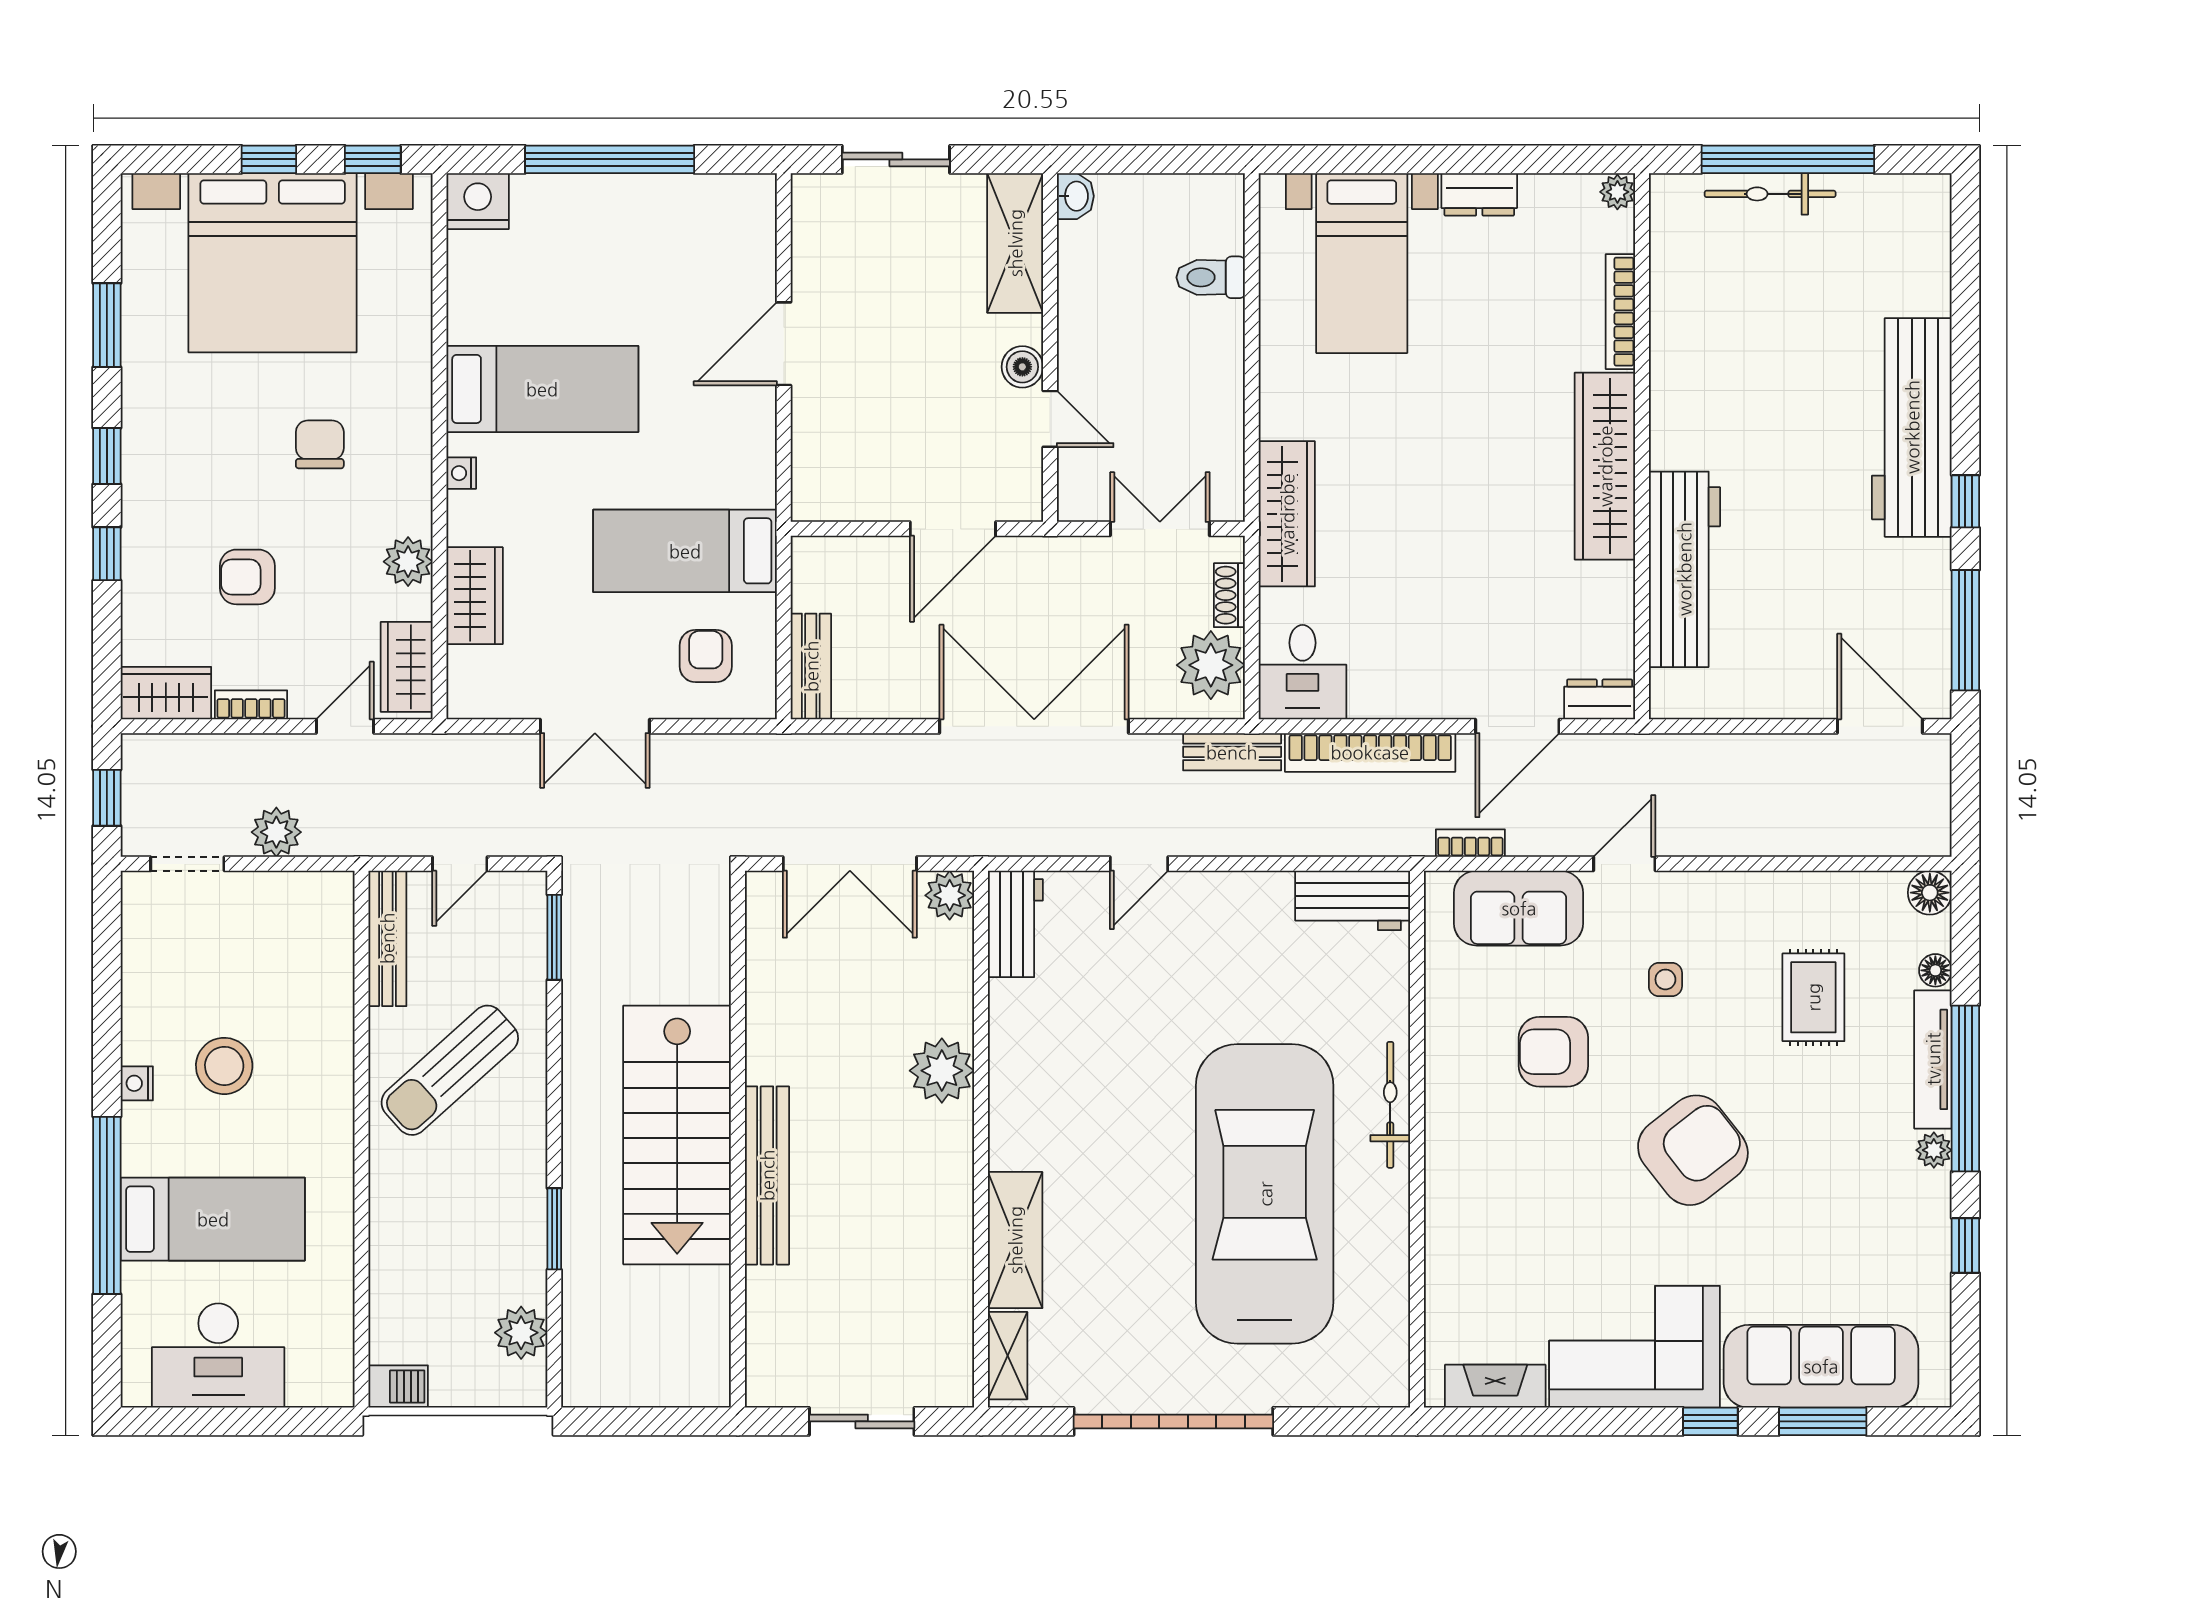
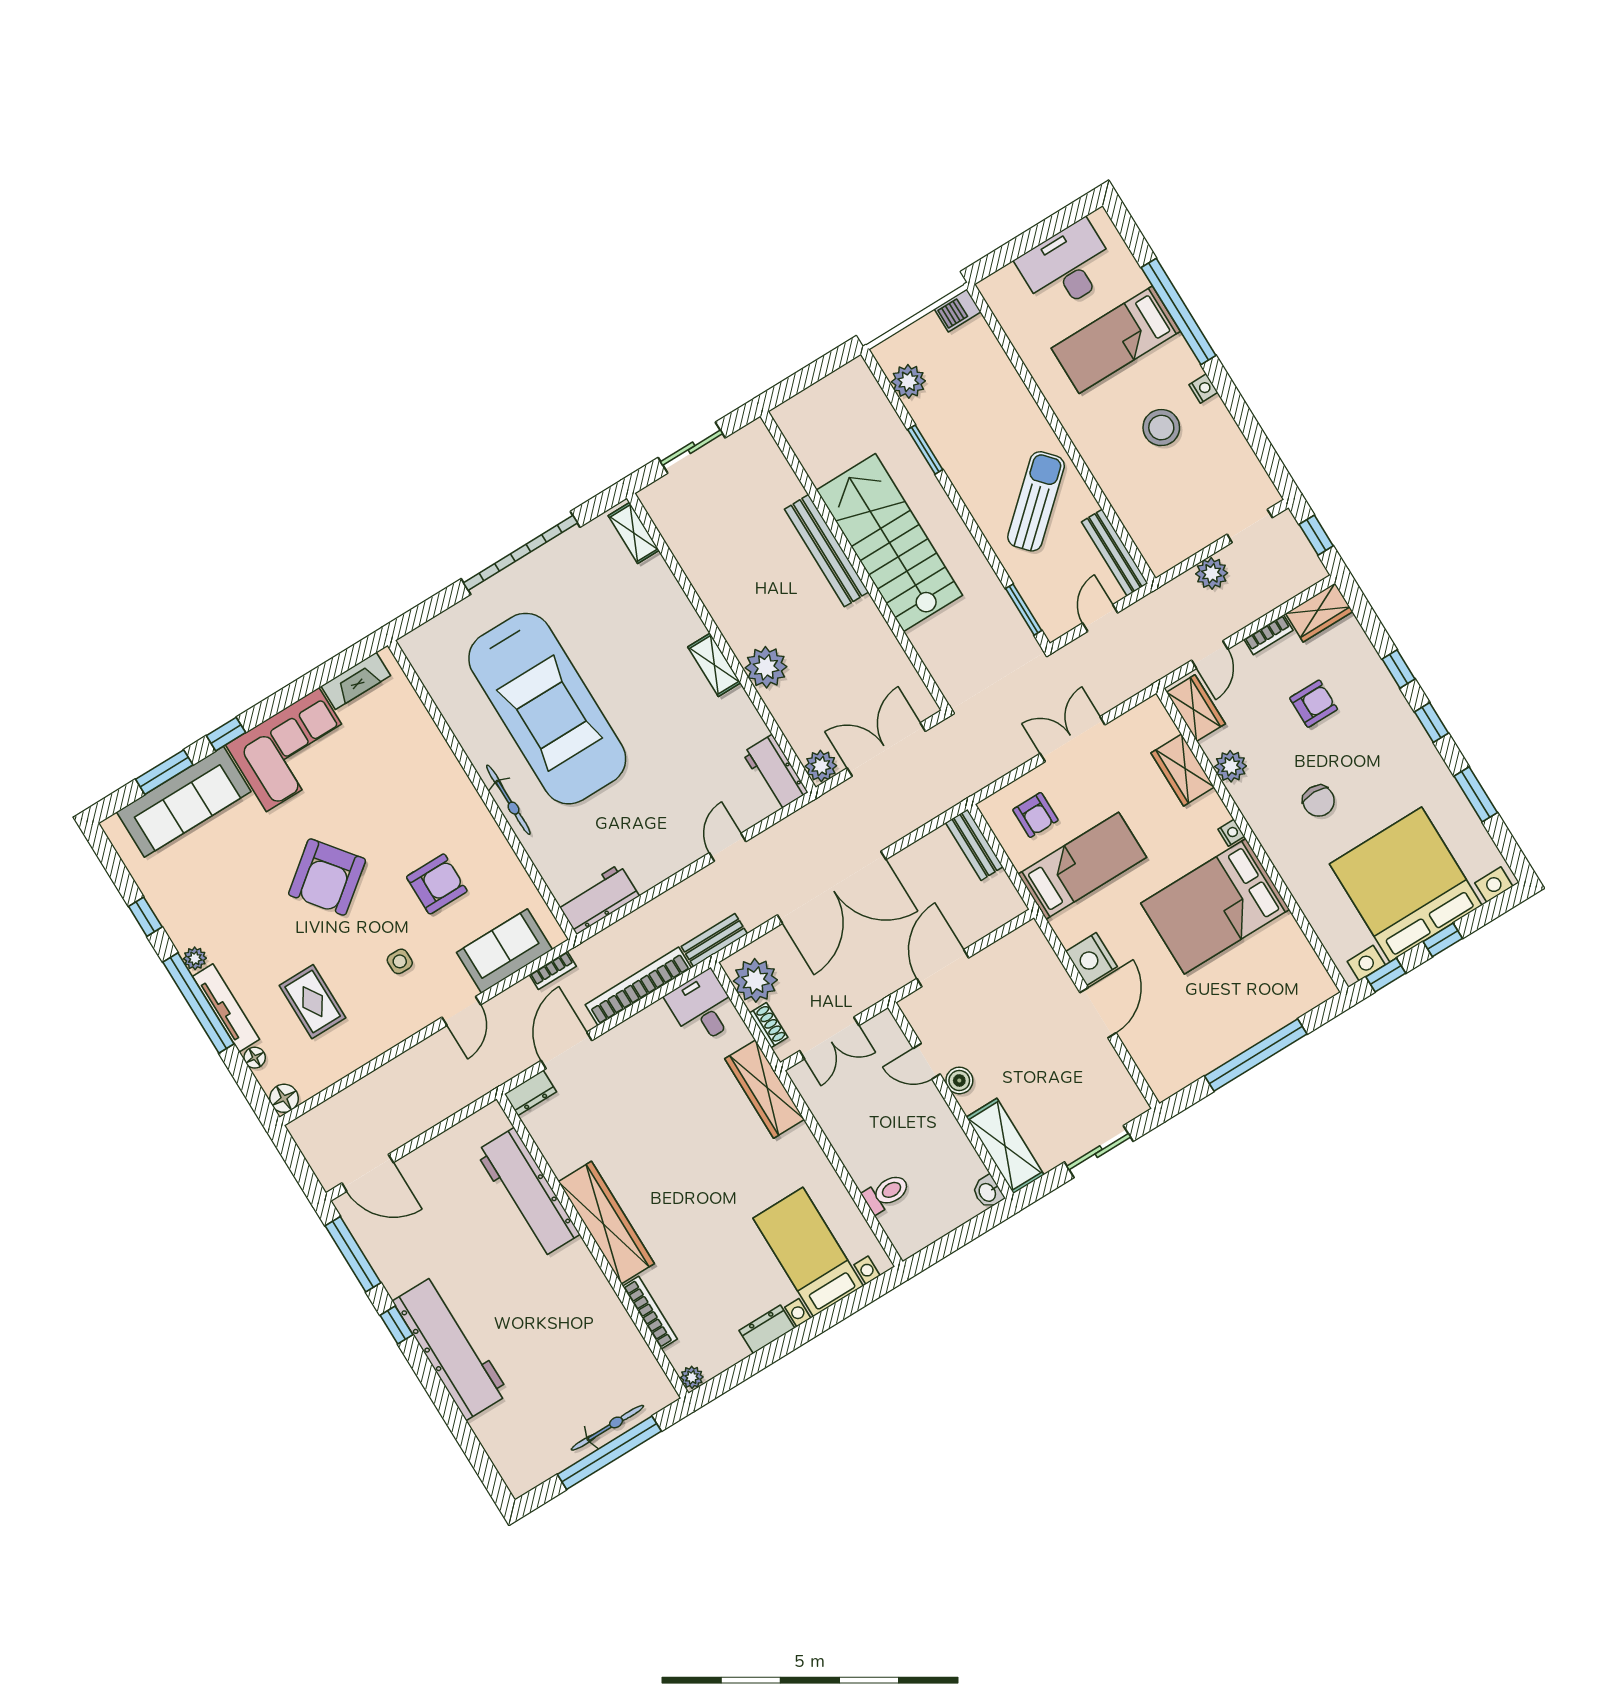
nightstand: (478, 201) -> (1091, 959), moved, turned 90
bed: (542, 389) -> (1215, 906), width x1.50
shelving: (1015, 1240) -> (714, 665), moved, width x0.67, depth x0.75

